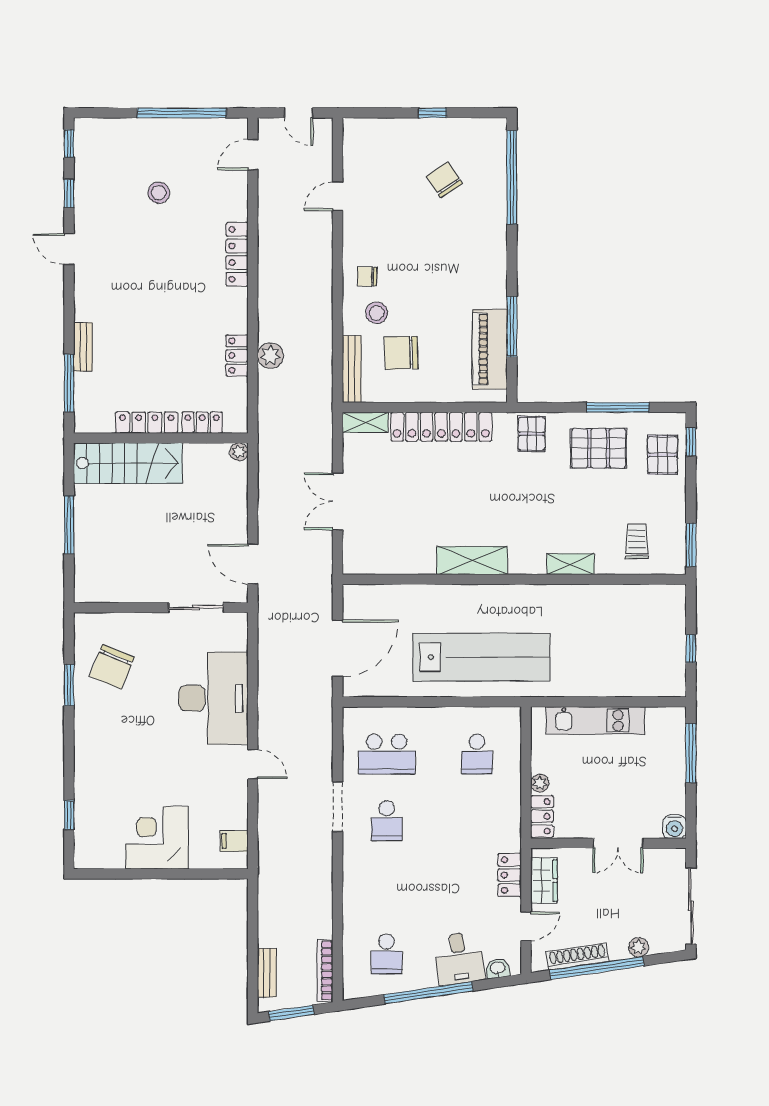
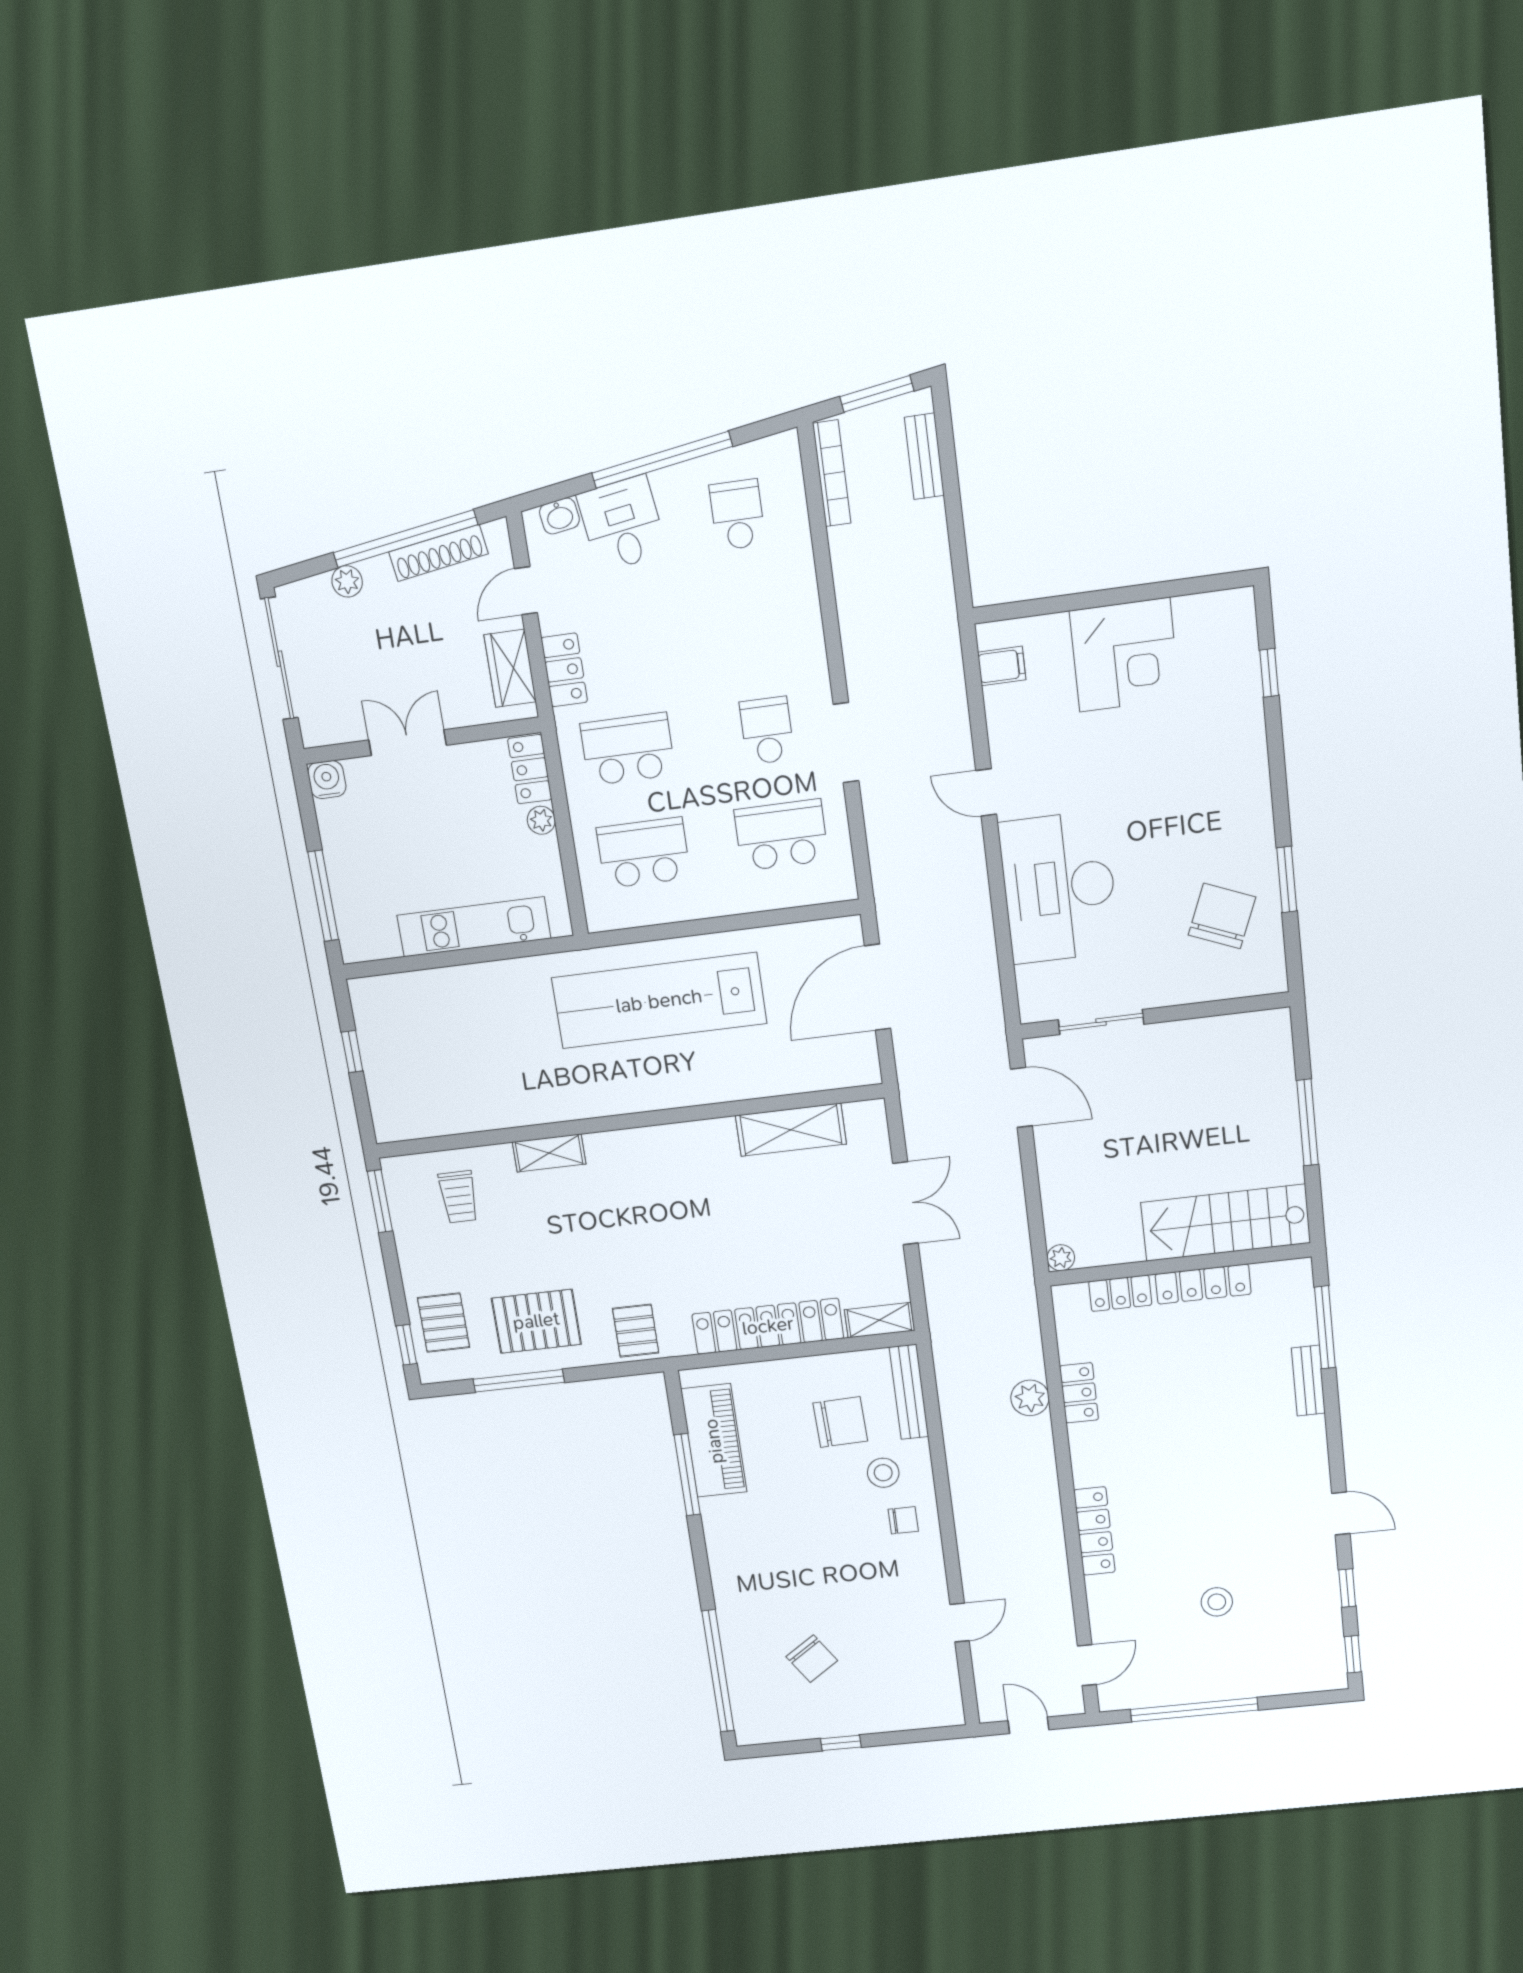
shelving: (472, 561) -> (791, 1130), moved
school desk: (477, 754) -> (643, 853), width x1.85
school desk: (477, 821) -> (628, 749), added

